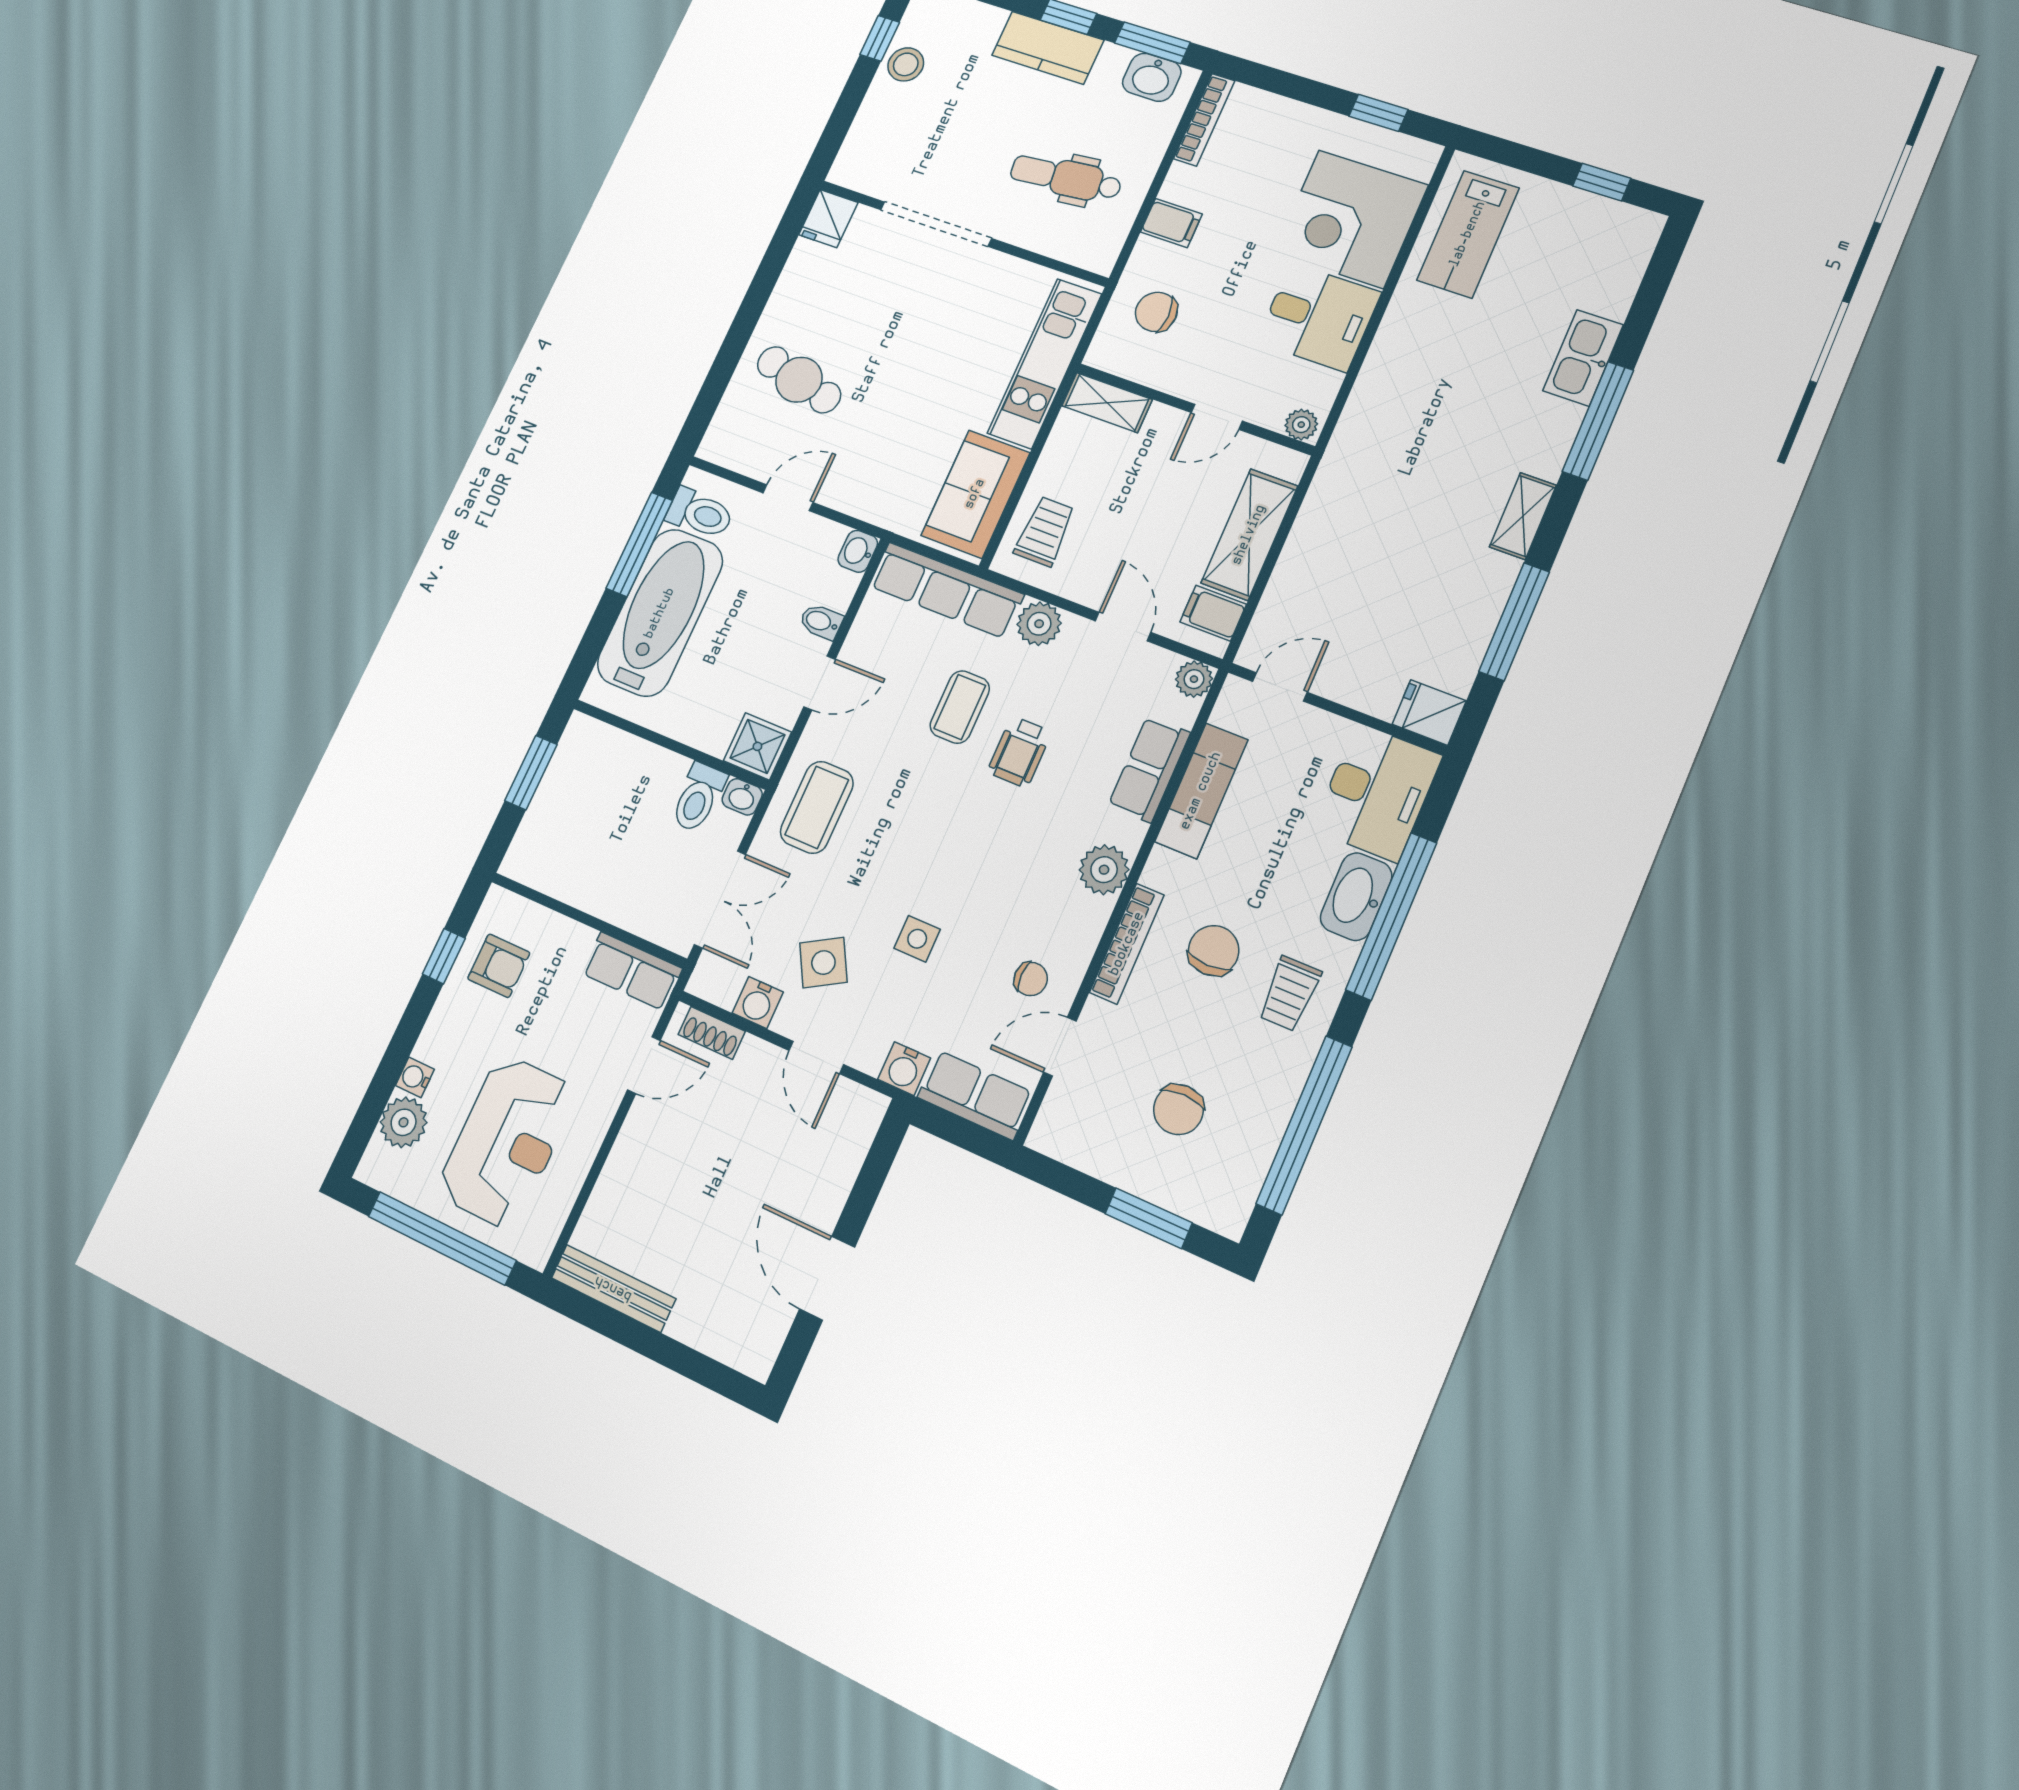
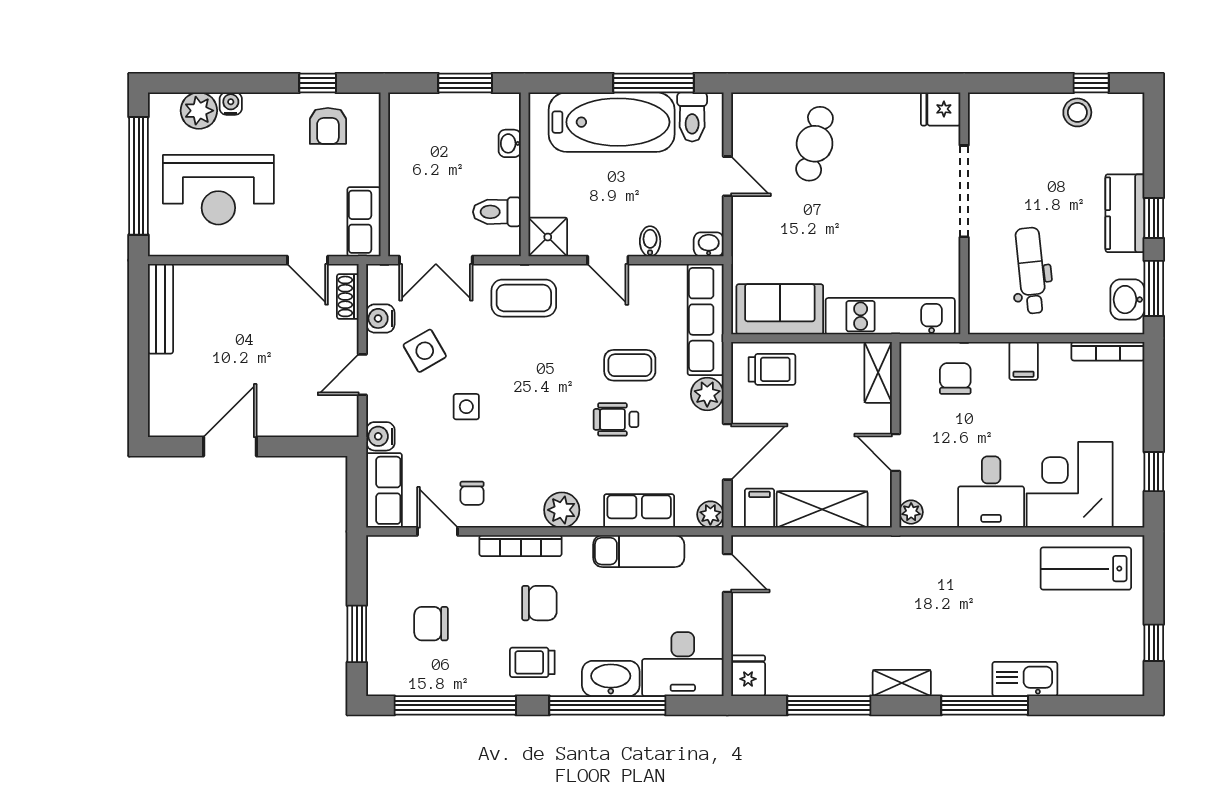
door: (1123, 627) -> (727, 452), width x1.38
washbasin: (742, 797) -> (510, 143), moved

